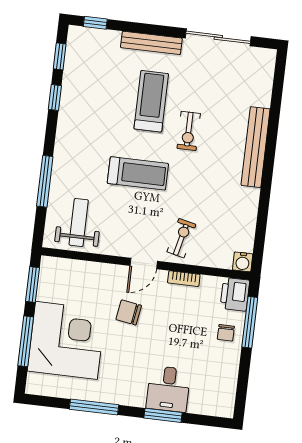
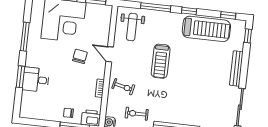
window: (55, 97) -> (189, 11), moved
treadmill: (151, 101) -> (206, 29), moved, width x1.37, depth x1.38
exercise bike: (189, 131) -> (137, 114), moved
weight bench: (79, 222) -> (132, 27), turned 90
door: (144, 263) -> (110, 54), moved

